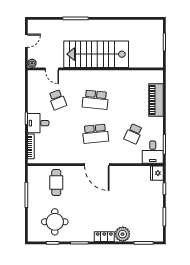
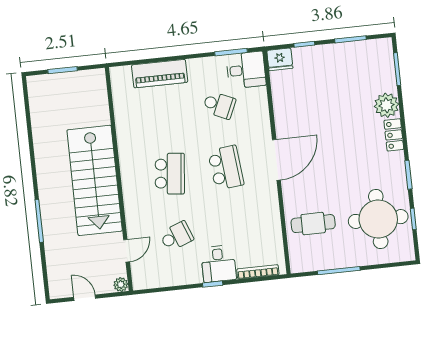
round table: (55, 222) -> (378, 219), width x1.36, depth x1.36

